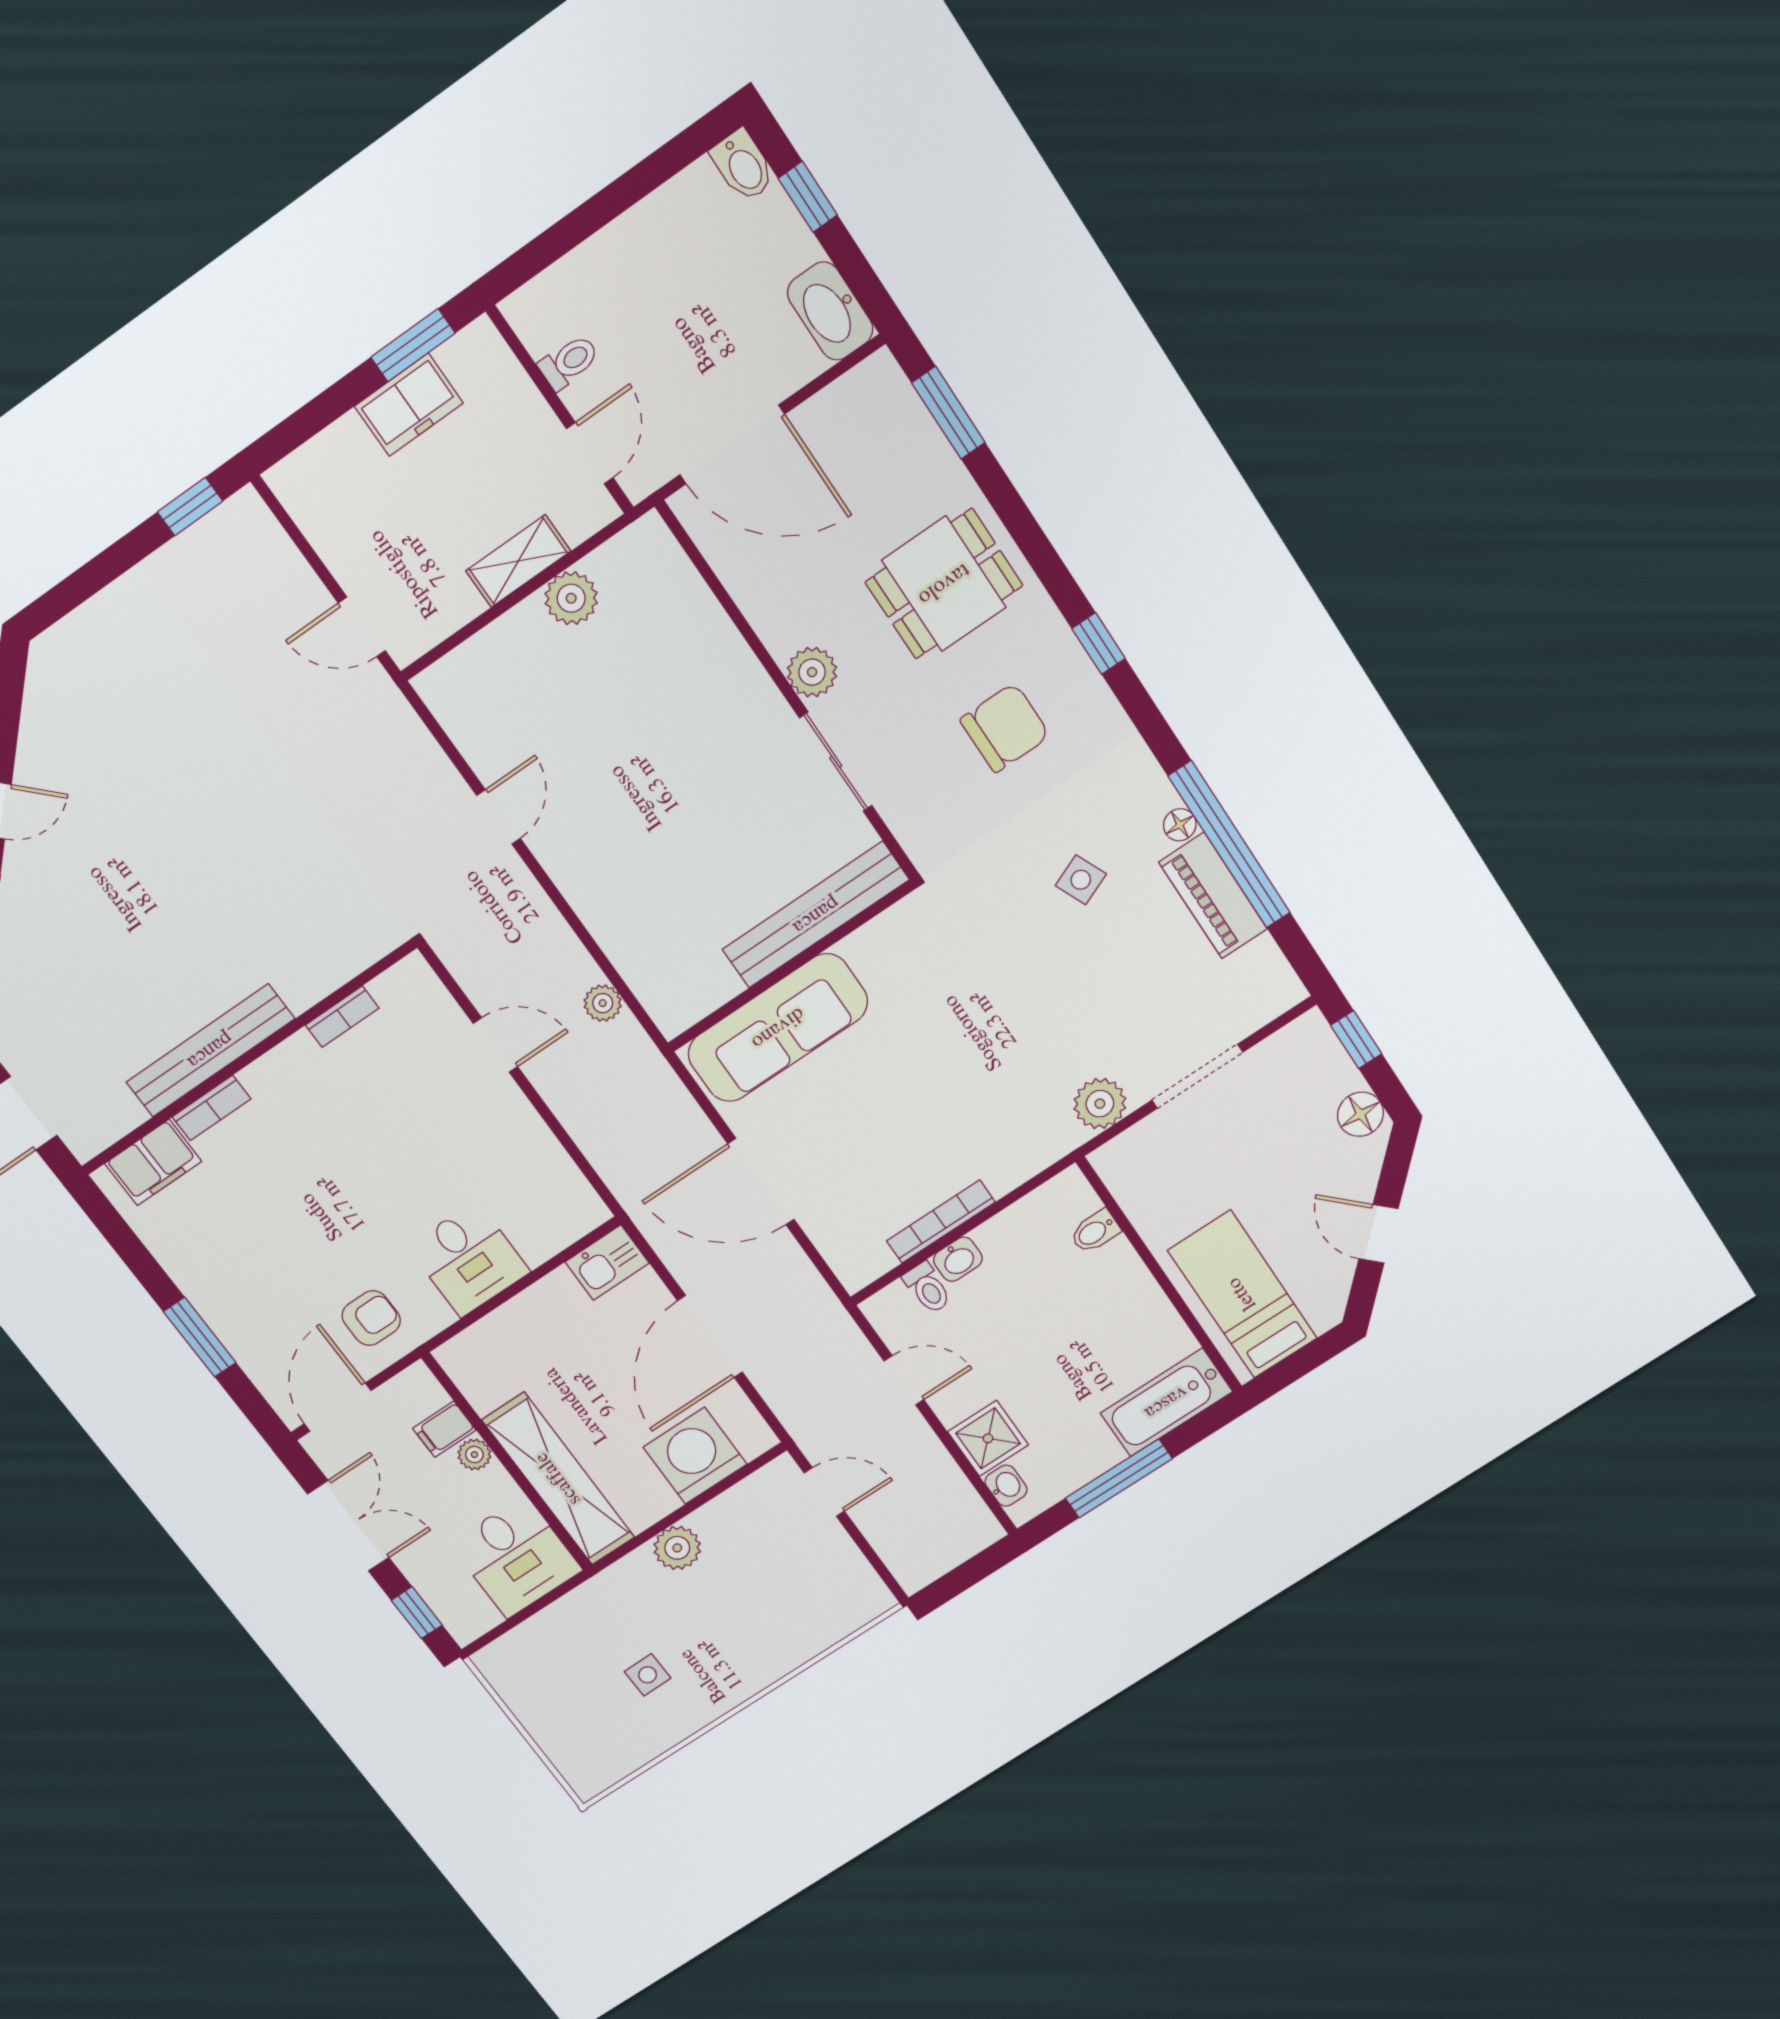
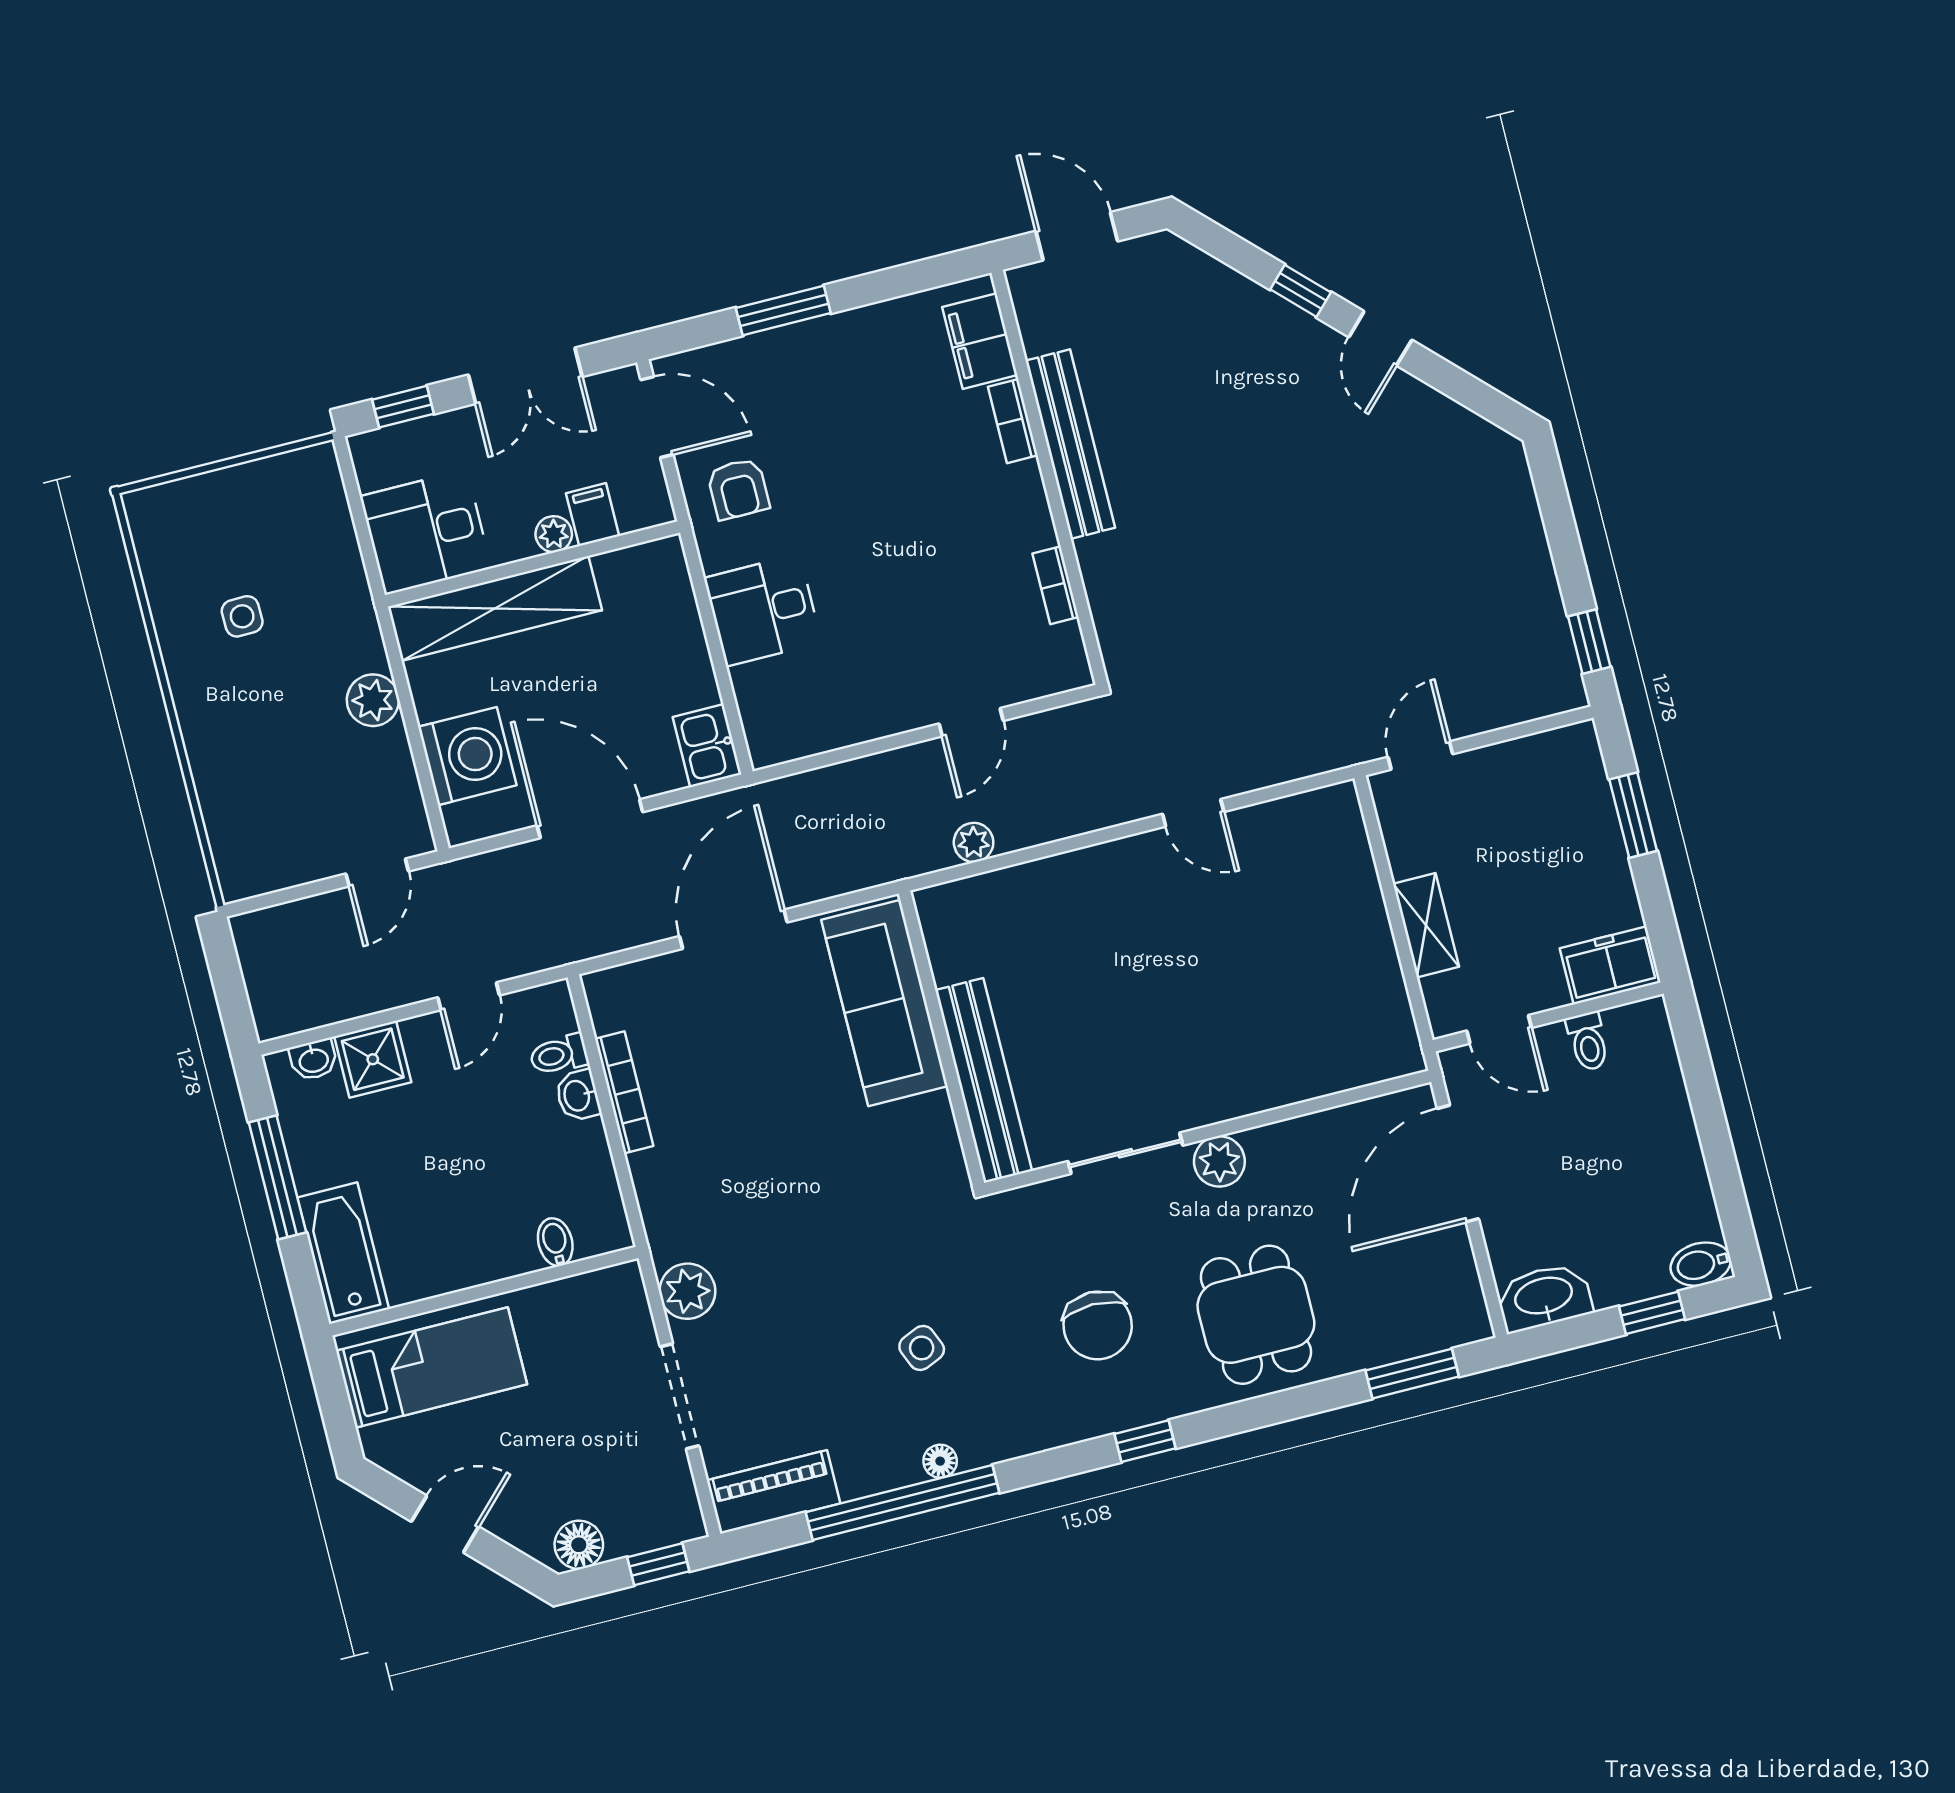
window: (413, 345) -> (1633, 815), moved
freezer: (409, 405) -> (1610, 965), moved, turned 90
plant: (571, 598) -> (1373, 961), removed
piano: (1213, 896) -> (773, 1492), moved

